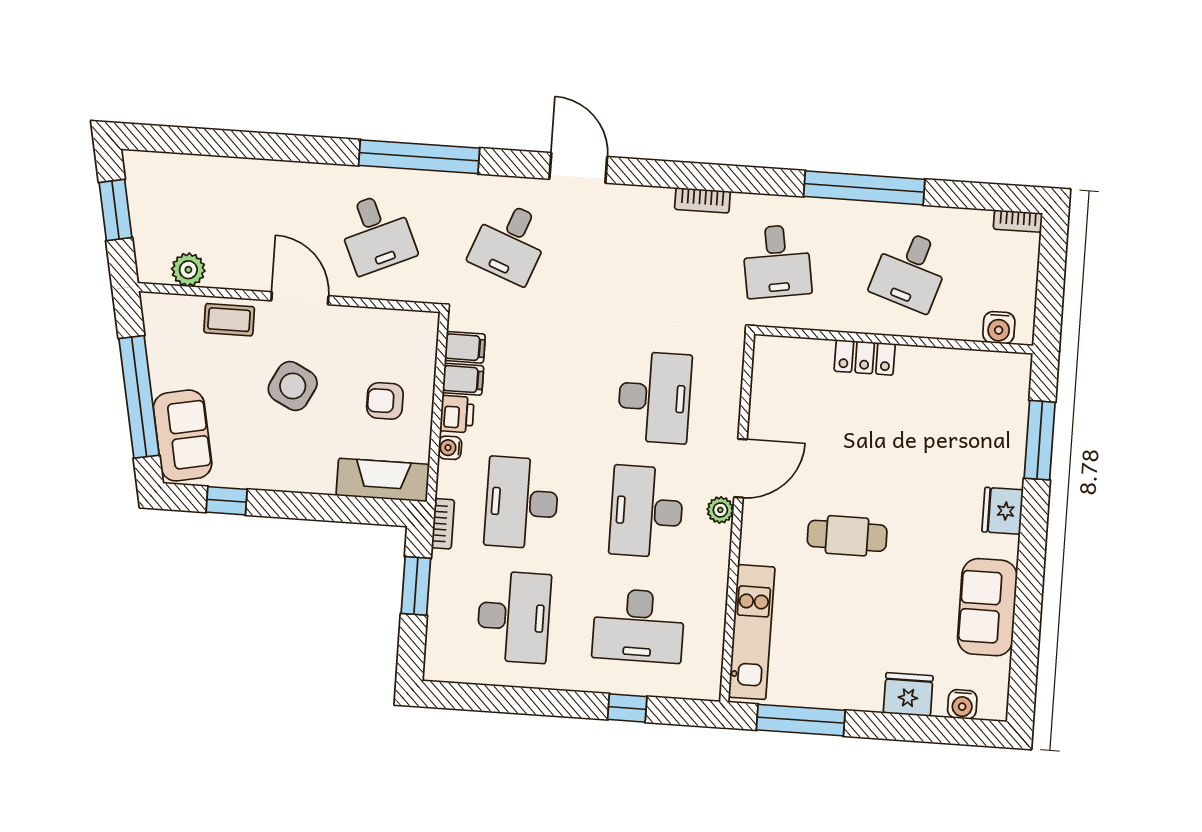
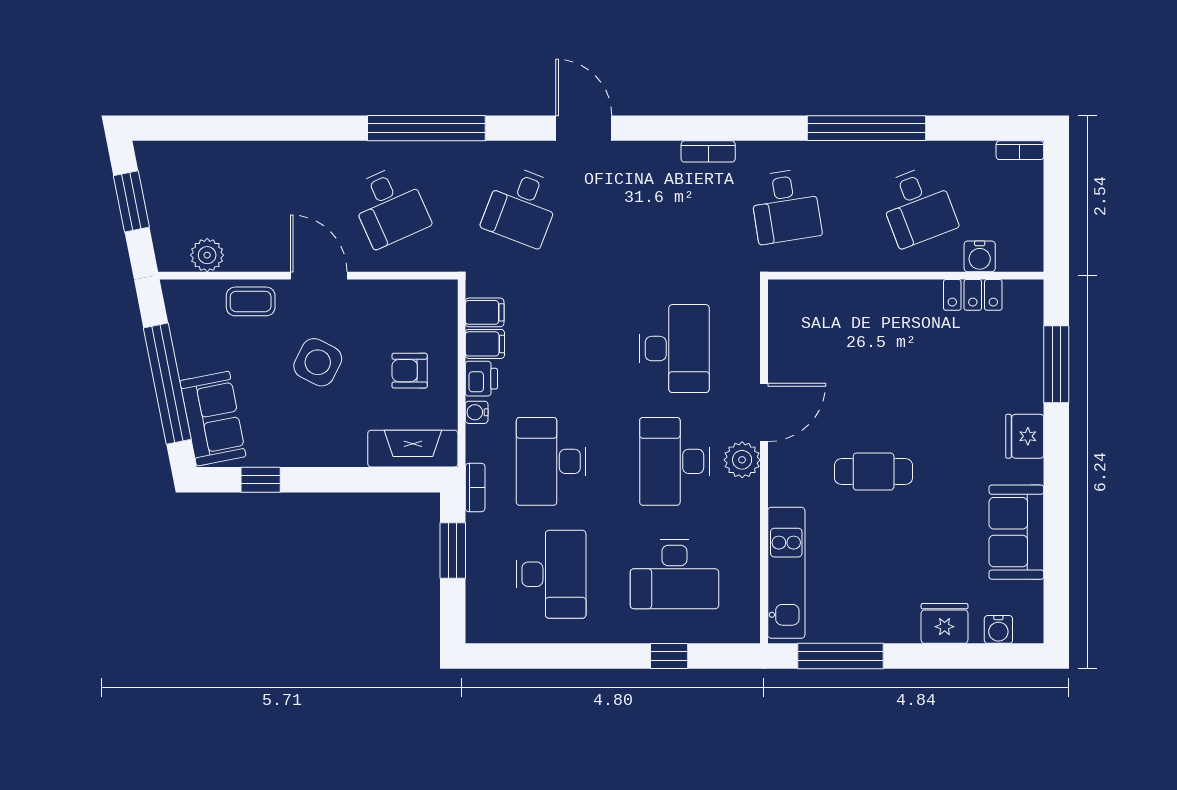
desk: (910, 271) -> (918, 206), turned -39
water cooler: (999, 328) -> (980, 256), moved
locker: (865, 357) -> (973, 295), moved
plant: (720, 510) -> (742, 460), width x1.38, depth x1.38

